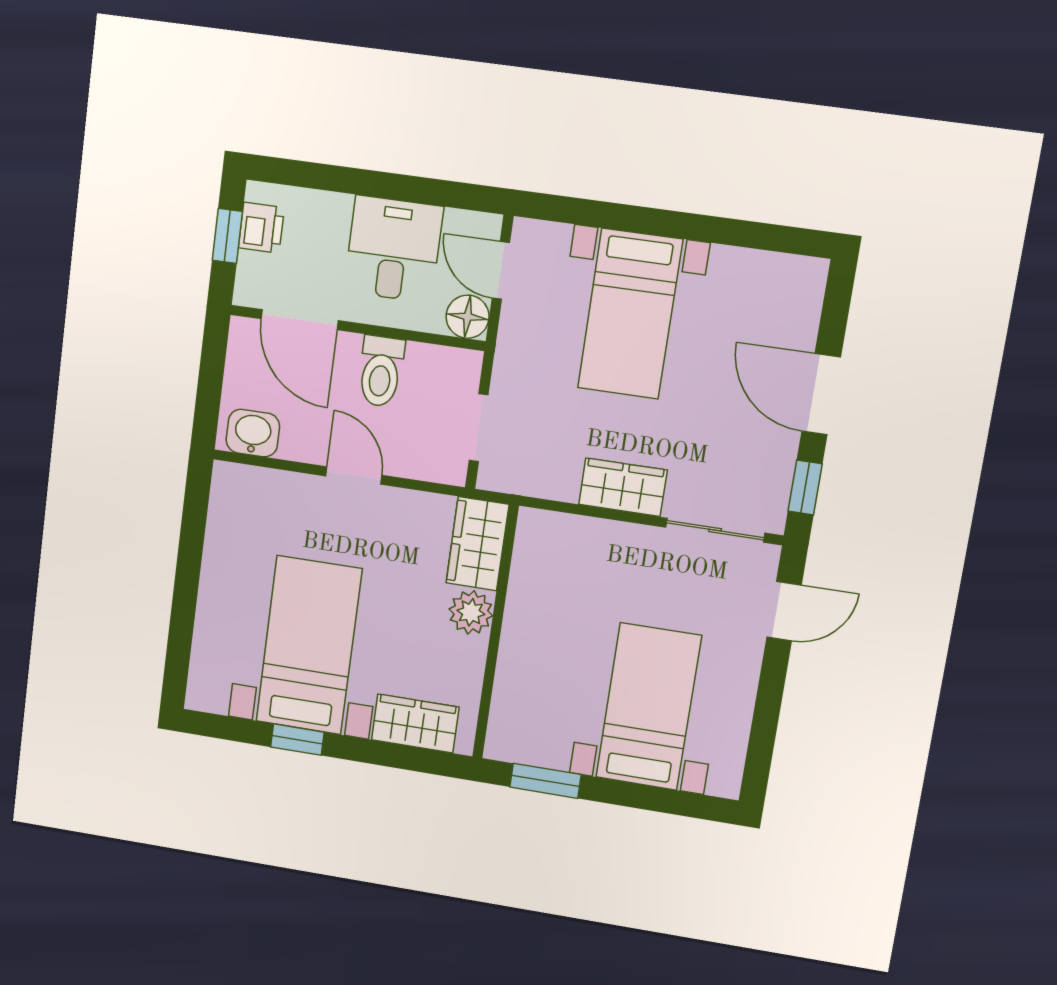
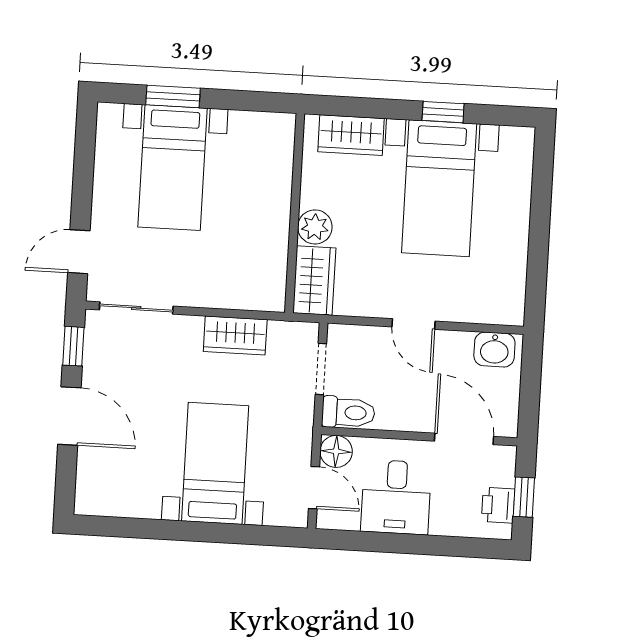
toilet: (381, 371) -> (348, 412), moved, turned 90
wardrobe: (623, 487) -> (235, 335), moved
window: (545, 781) -> (173, 96), moved

